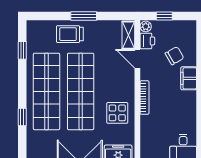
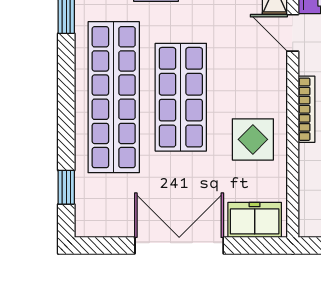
shop shelf: (81, 91) -> (181, 97), width x0.71
window: (22, 117) -> (66, 187), moved

